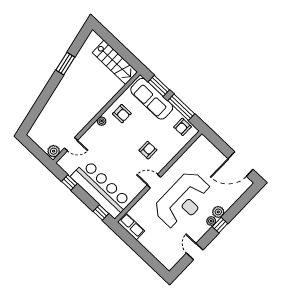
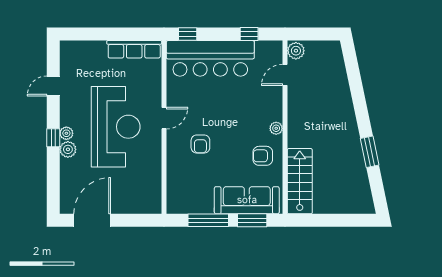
stairs: (115, 62) -> (300, 181), moved, turned 90
armchair: (182, 127) -> (188, 202), removed
reception desk: (183, 200) -> (116, 127), turned 180
row of seats: (131, 226) -> (134, 49), width x1.48
door: (195, 252) -> (53, 86), swing flipped

